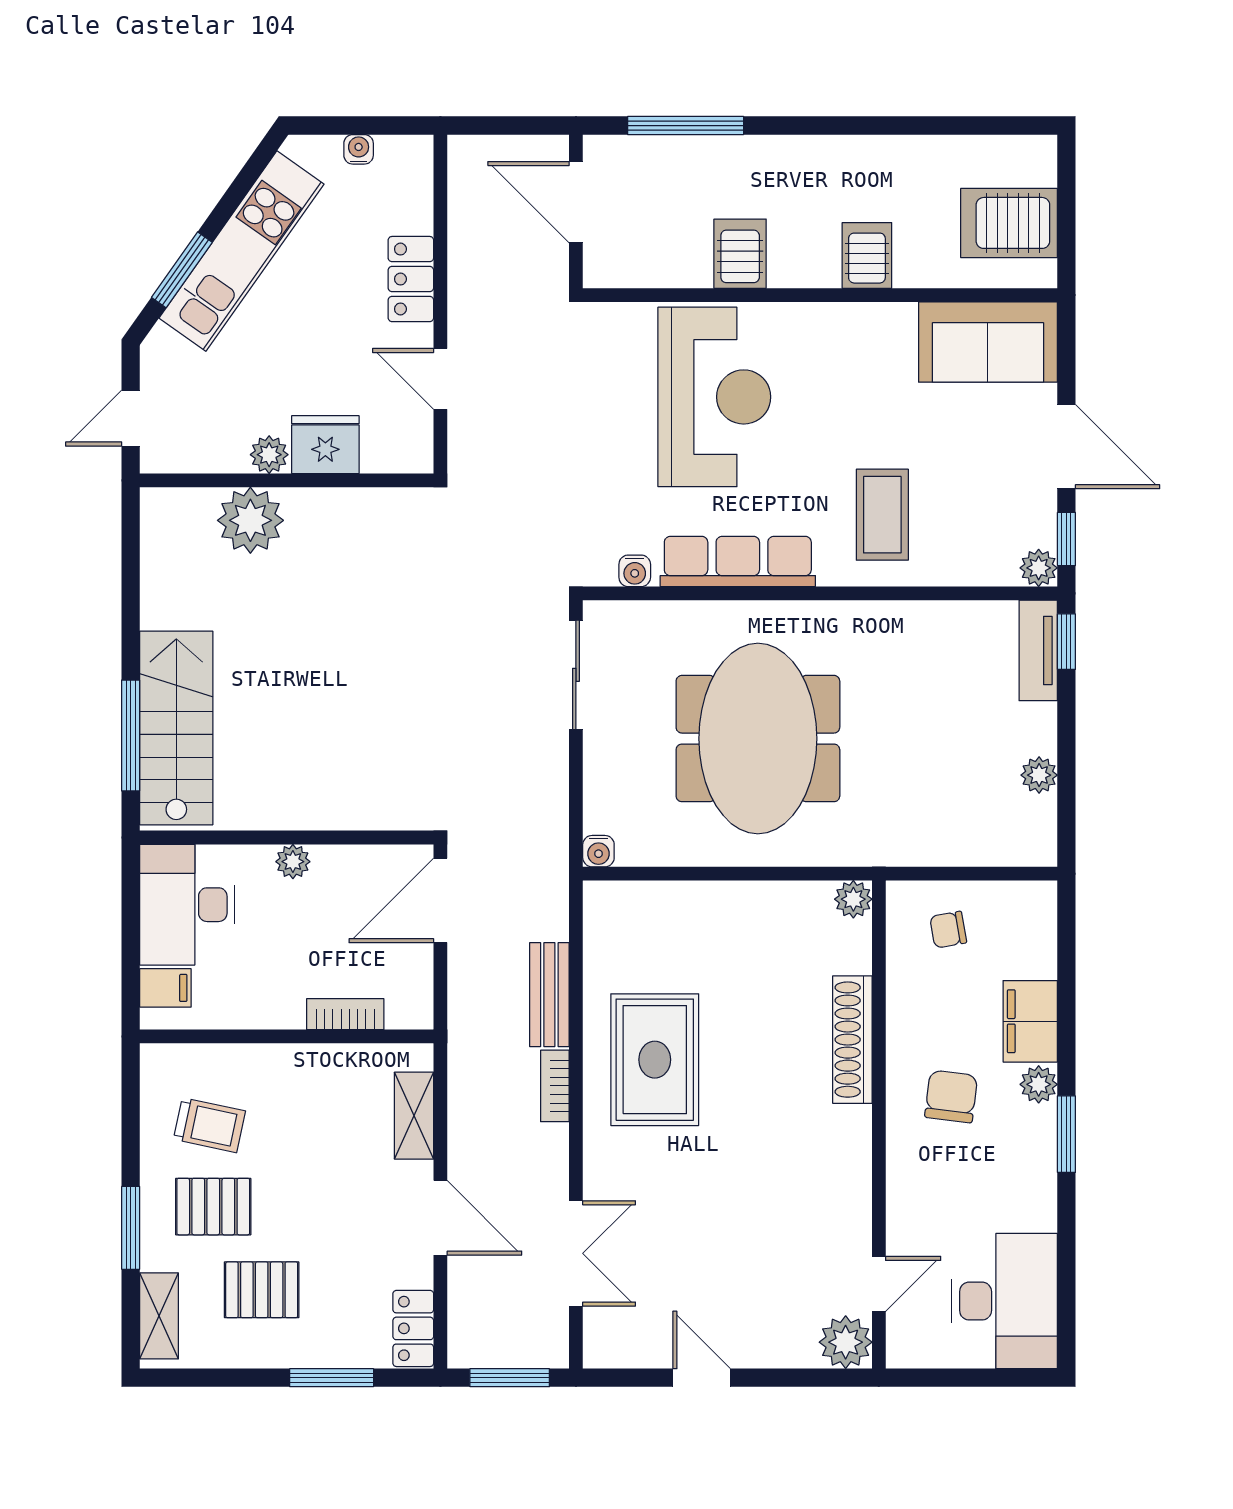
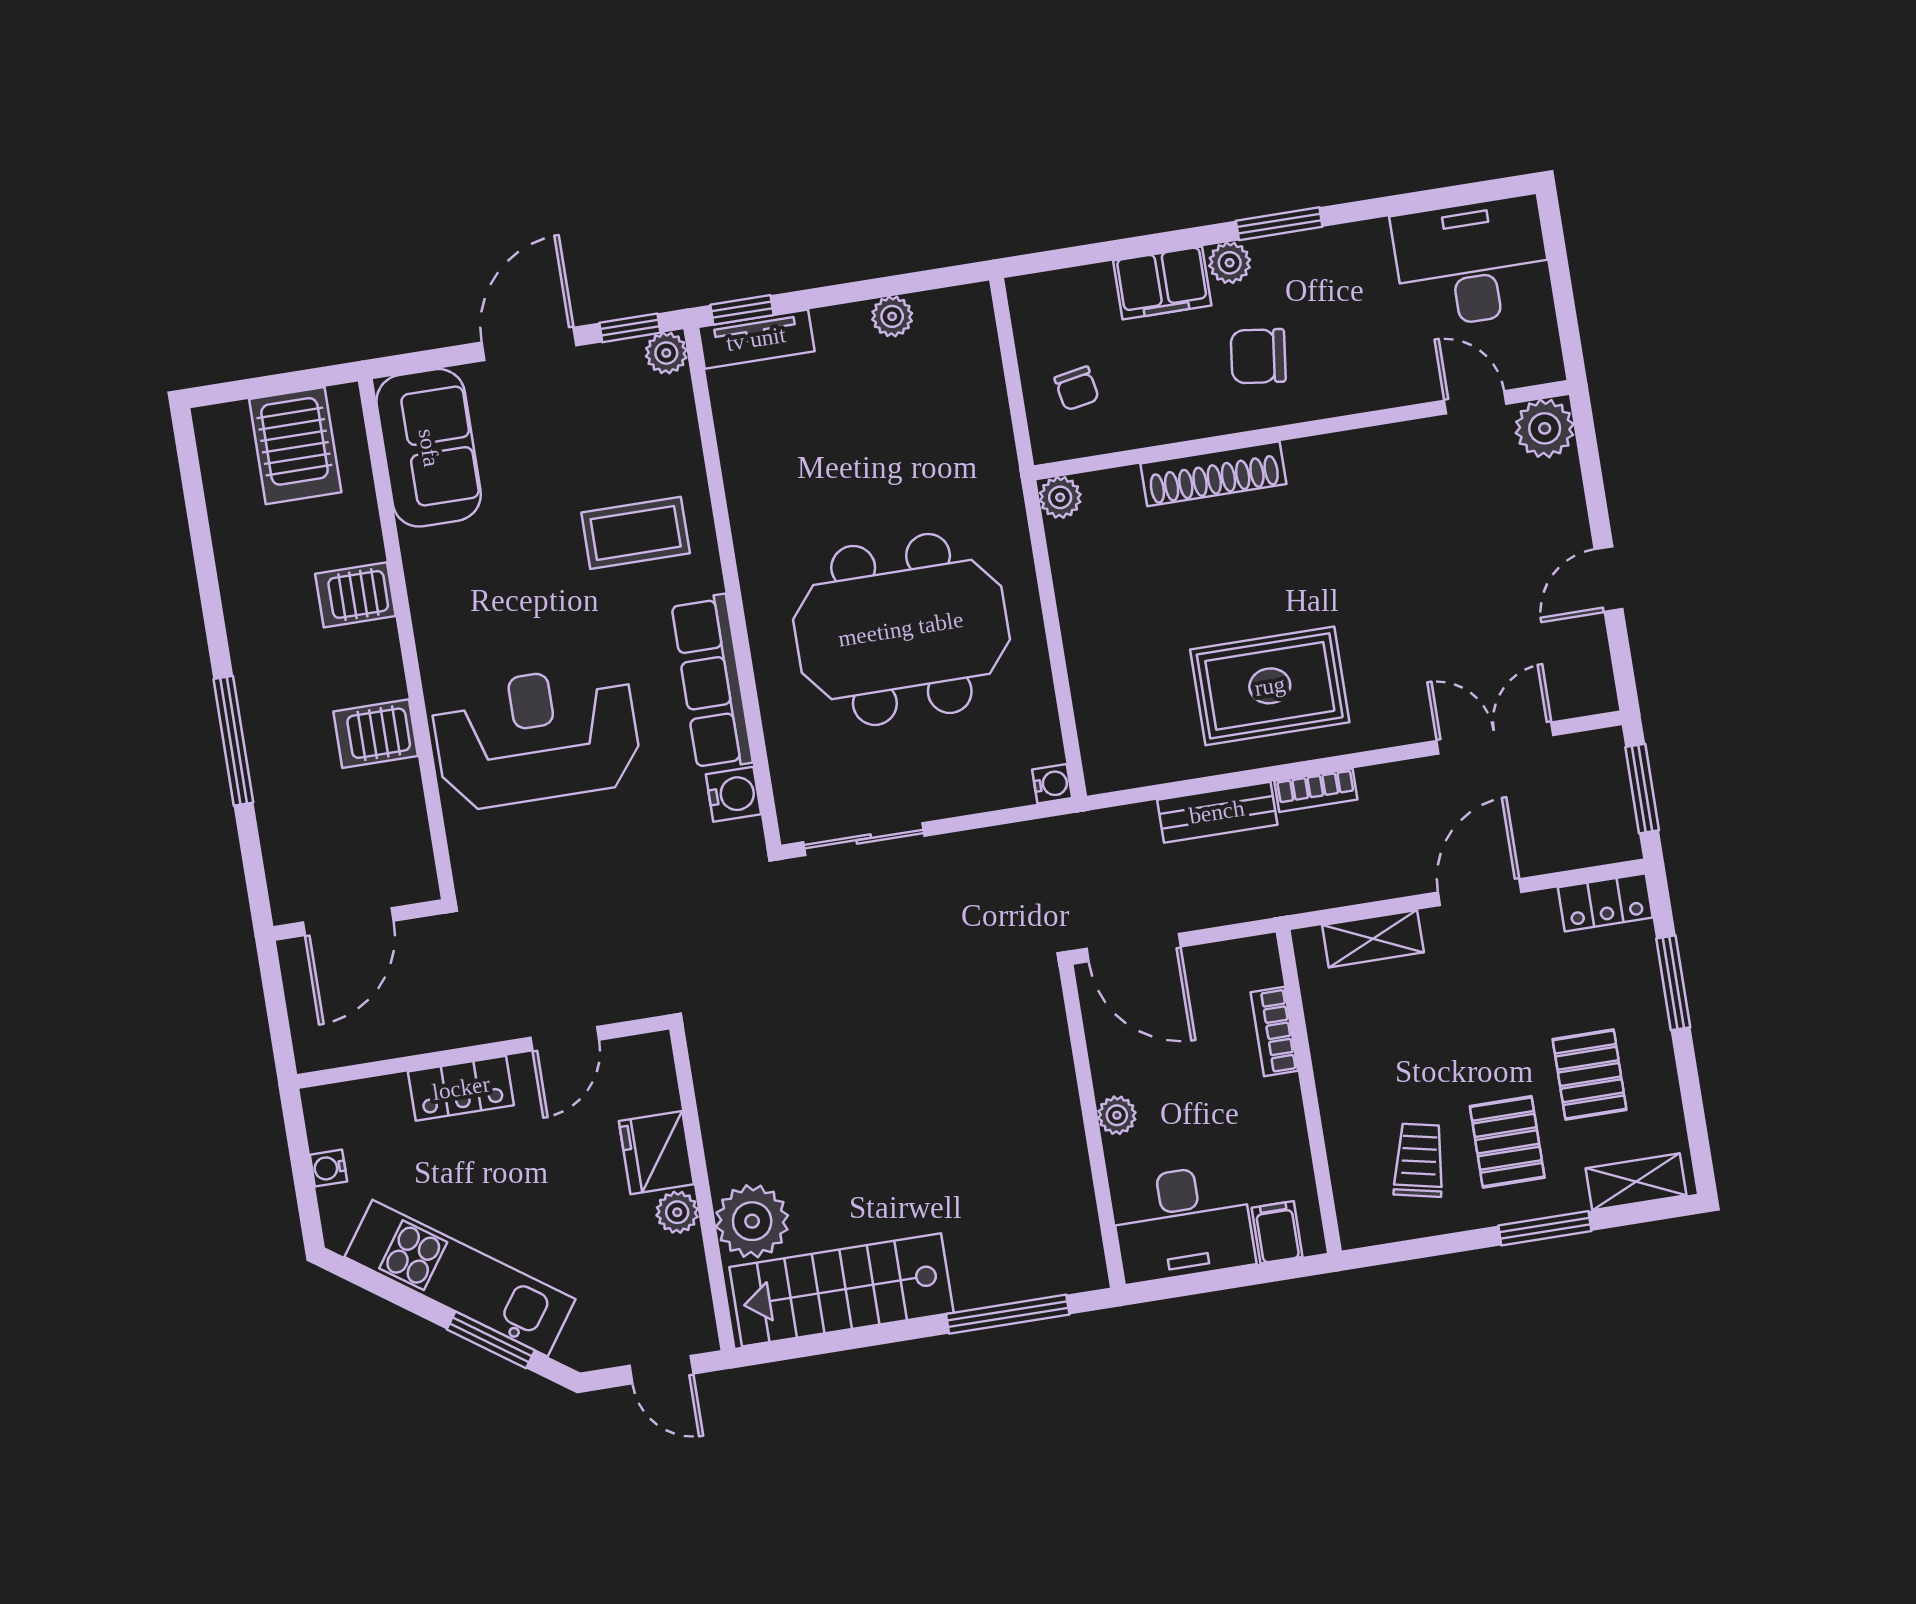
window: (686, 126) -> (233, 741), moved
water cooler: (635, 571) -> (733, 794), width x1.38, depth x1.38
stairs: (176, 728) -> (841, 1290), moved

